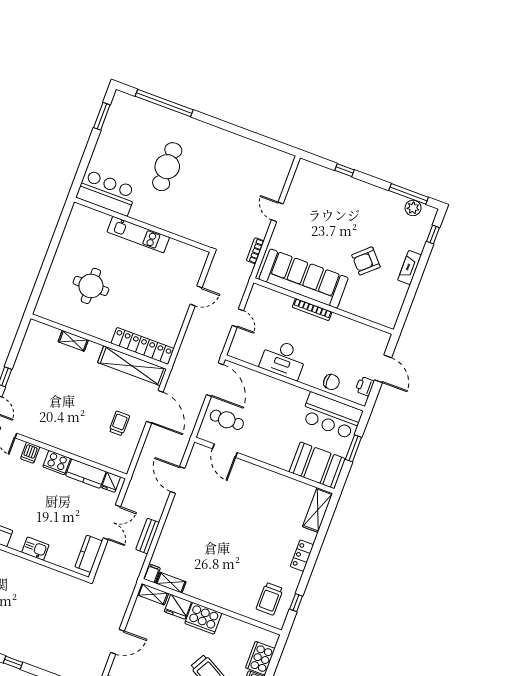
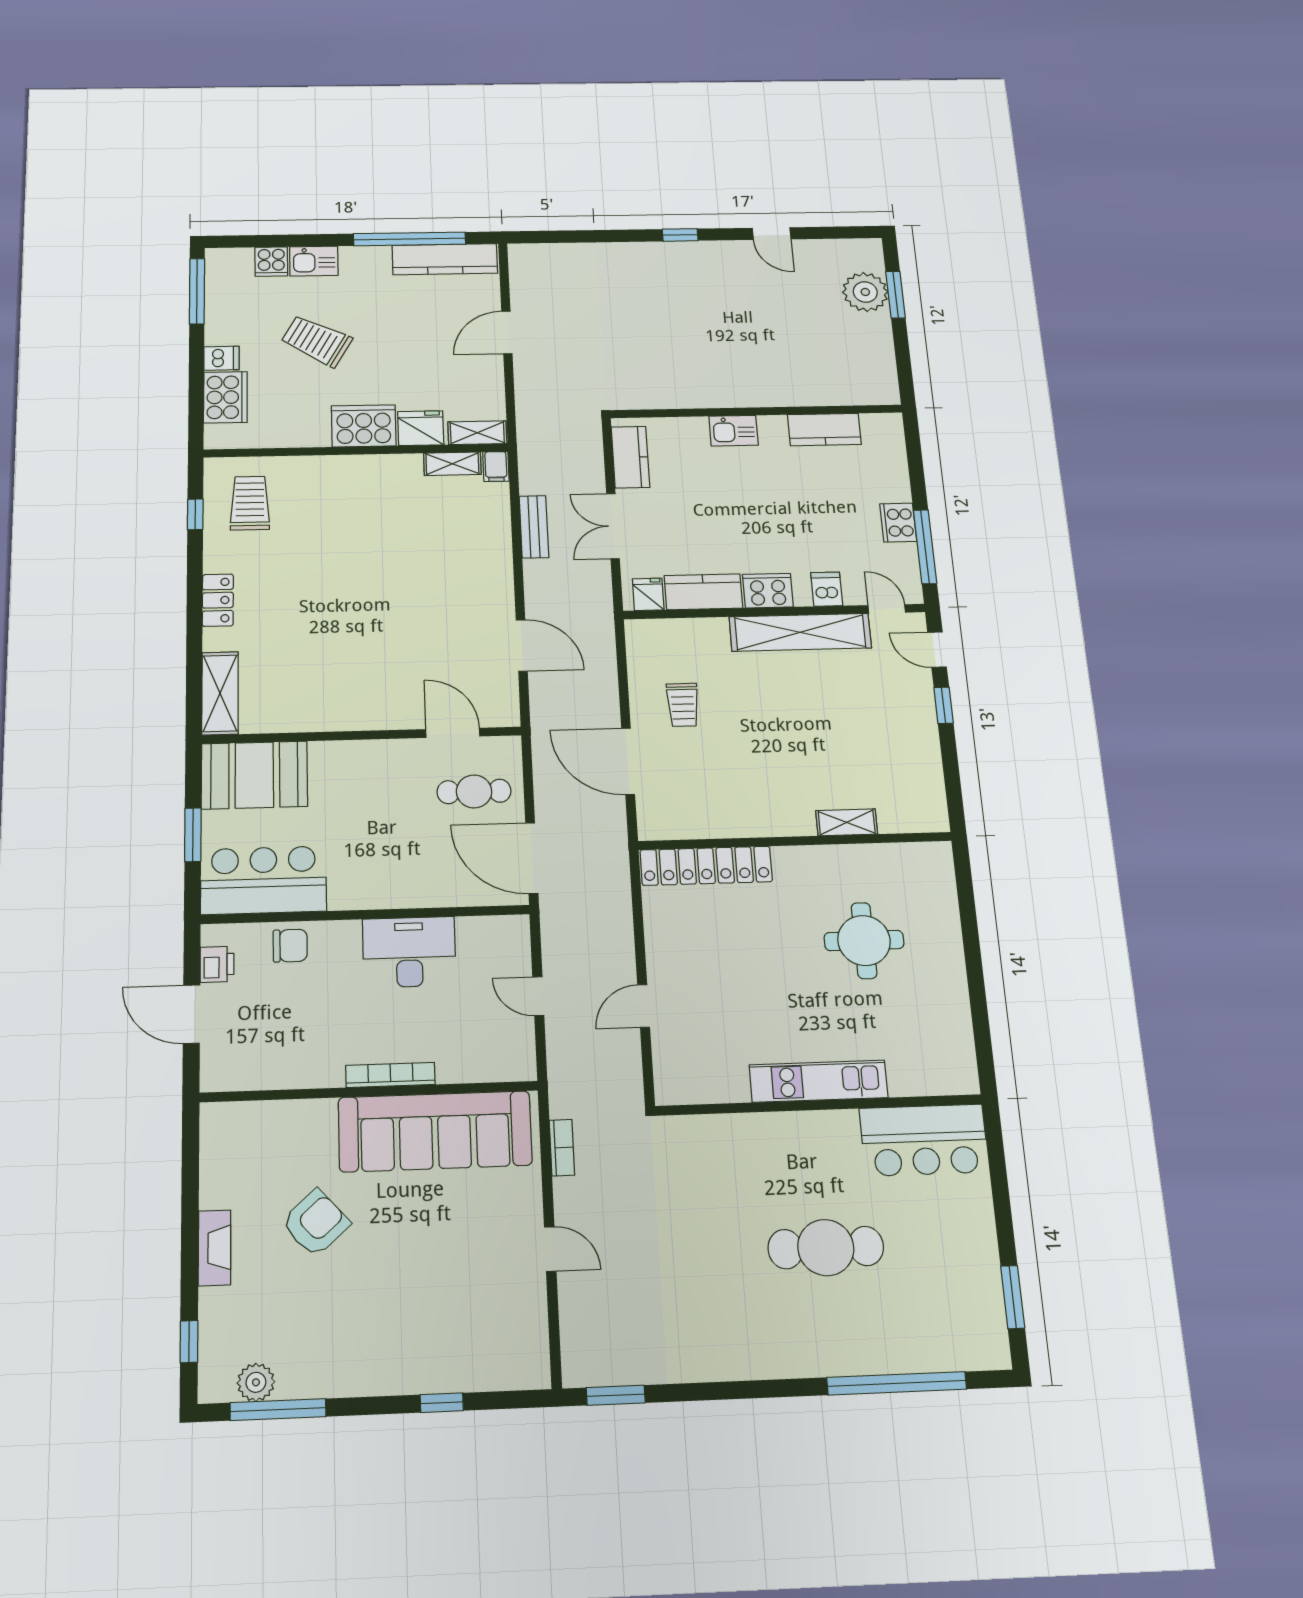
window: (276, 145) -> (616, 1395), added
cafe table: (167, 167) -> (826, 1248), turned 90
shelving: (132, 366) -> (800, 632), moved
chair: (331, 382) -> (290, 946), turned 180

